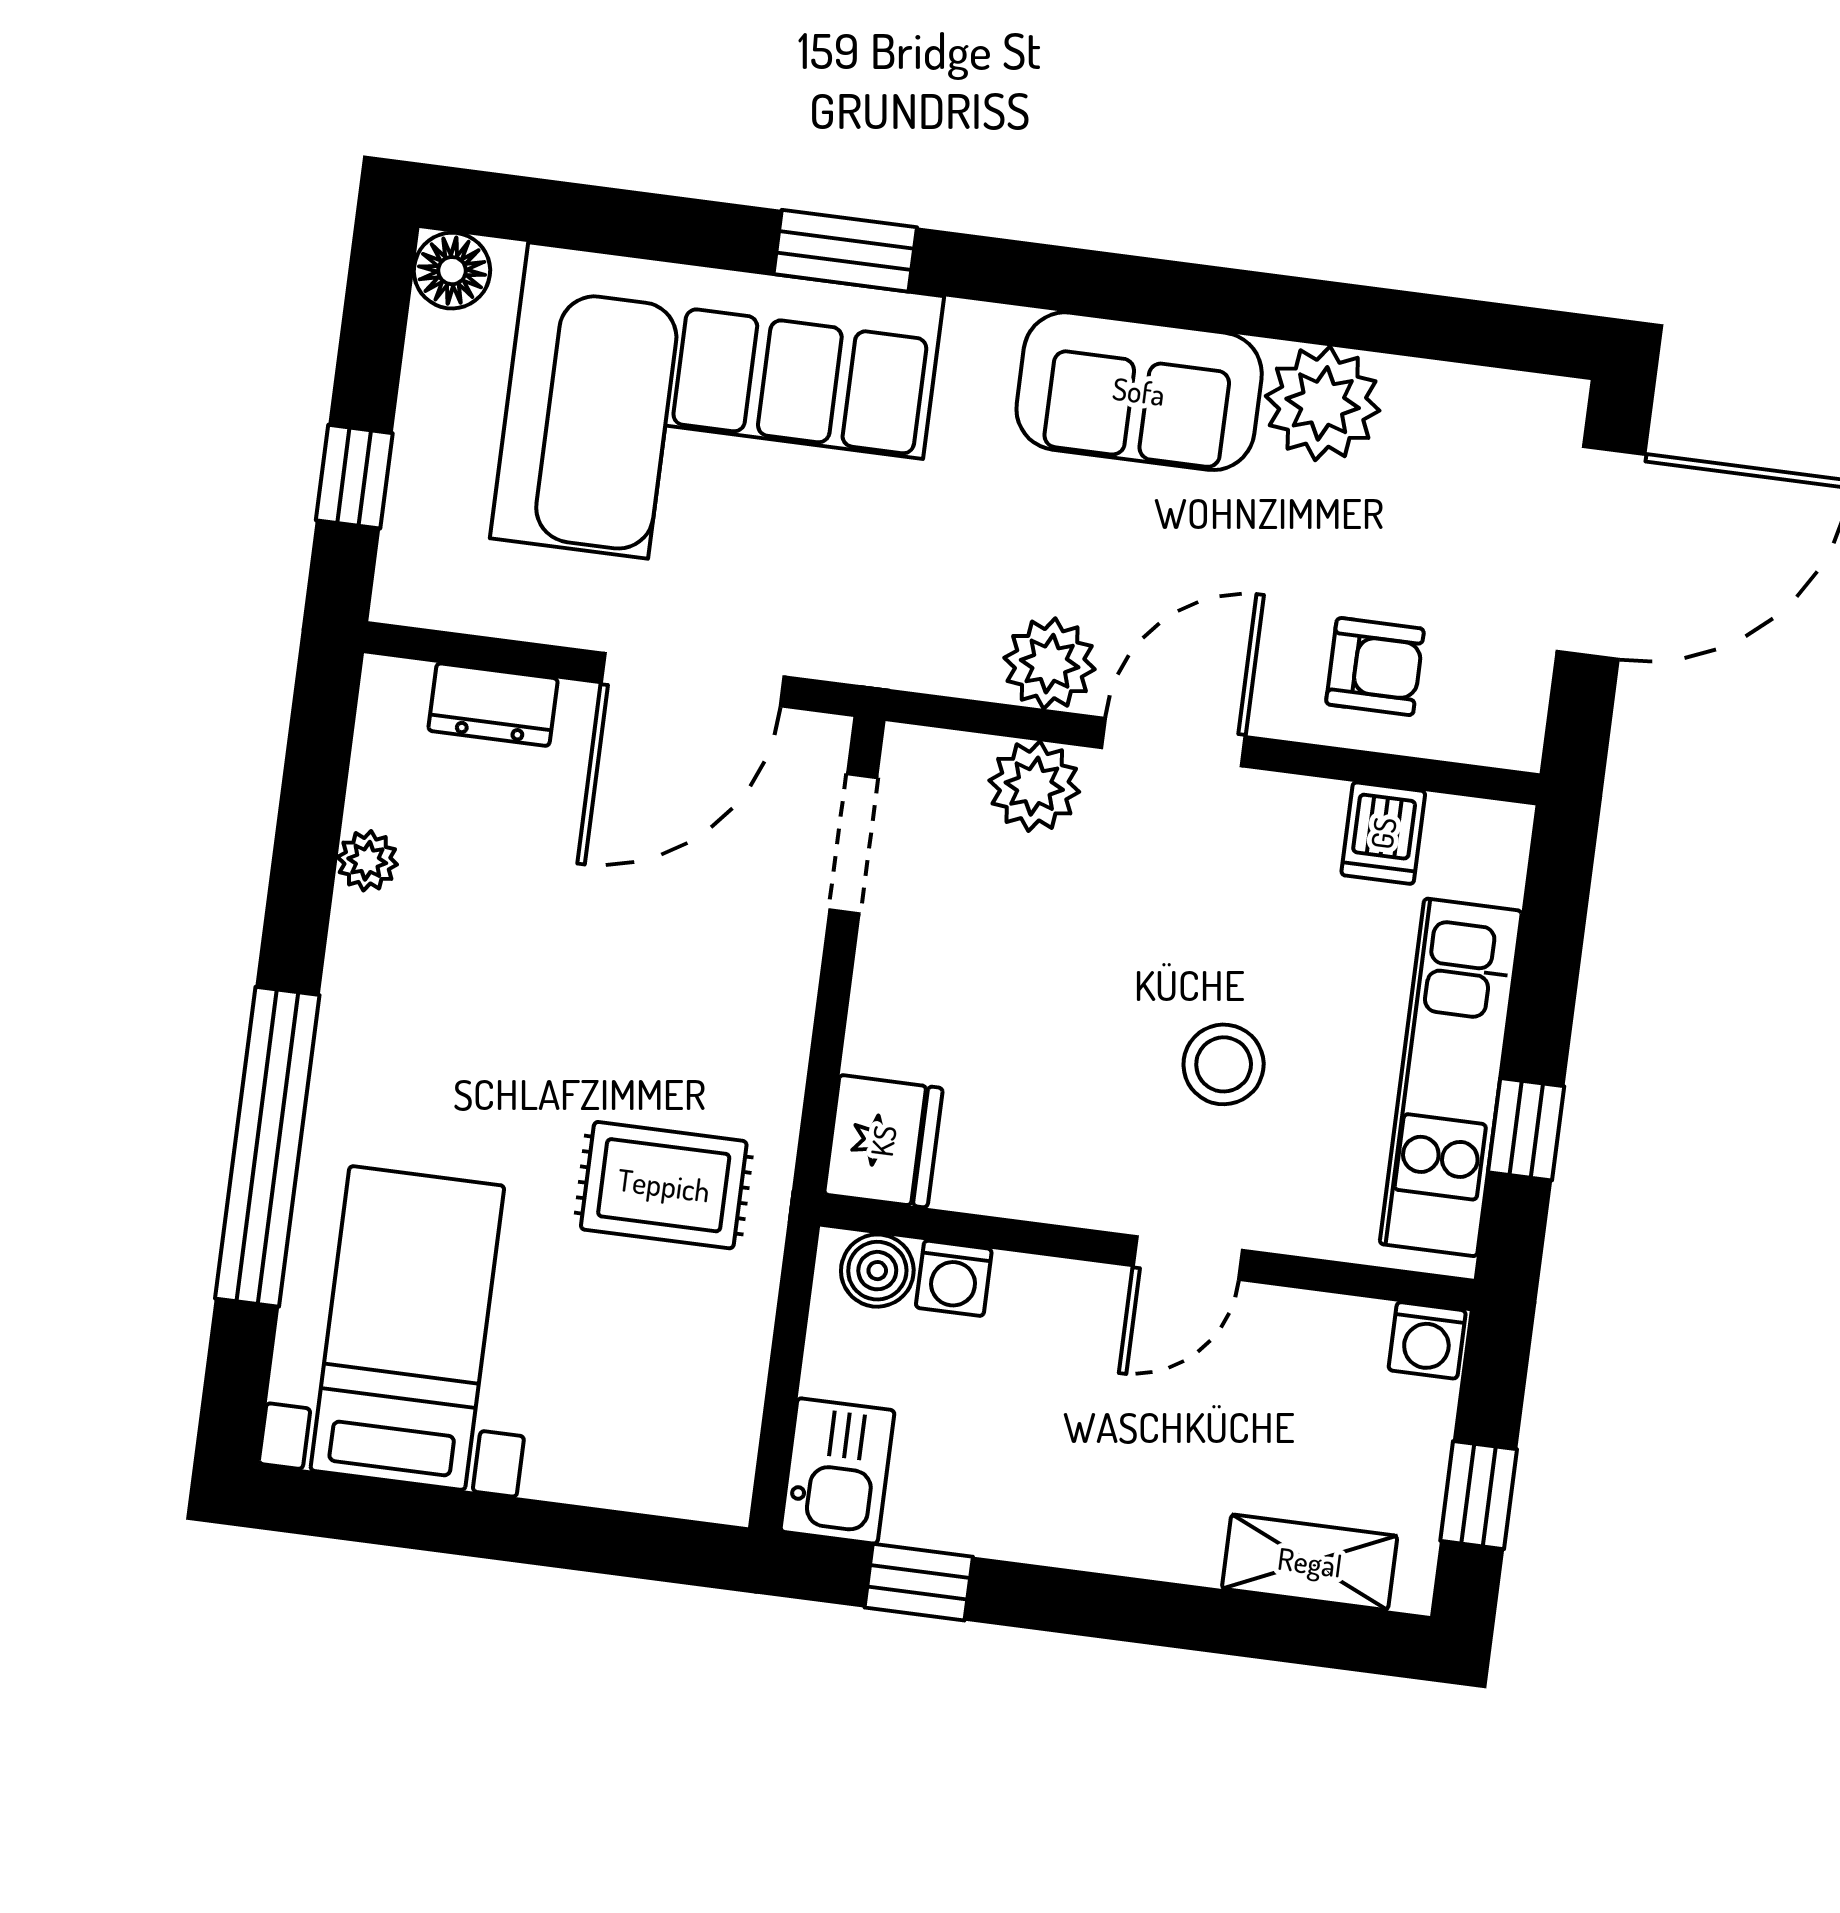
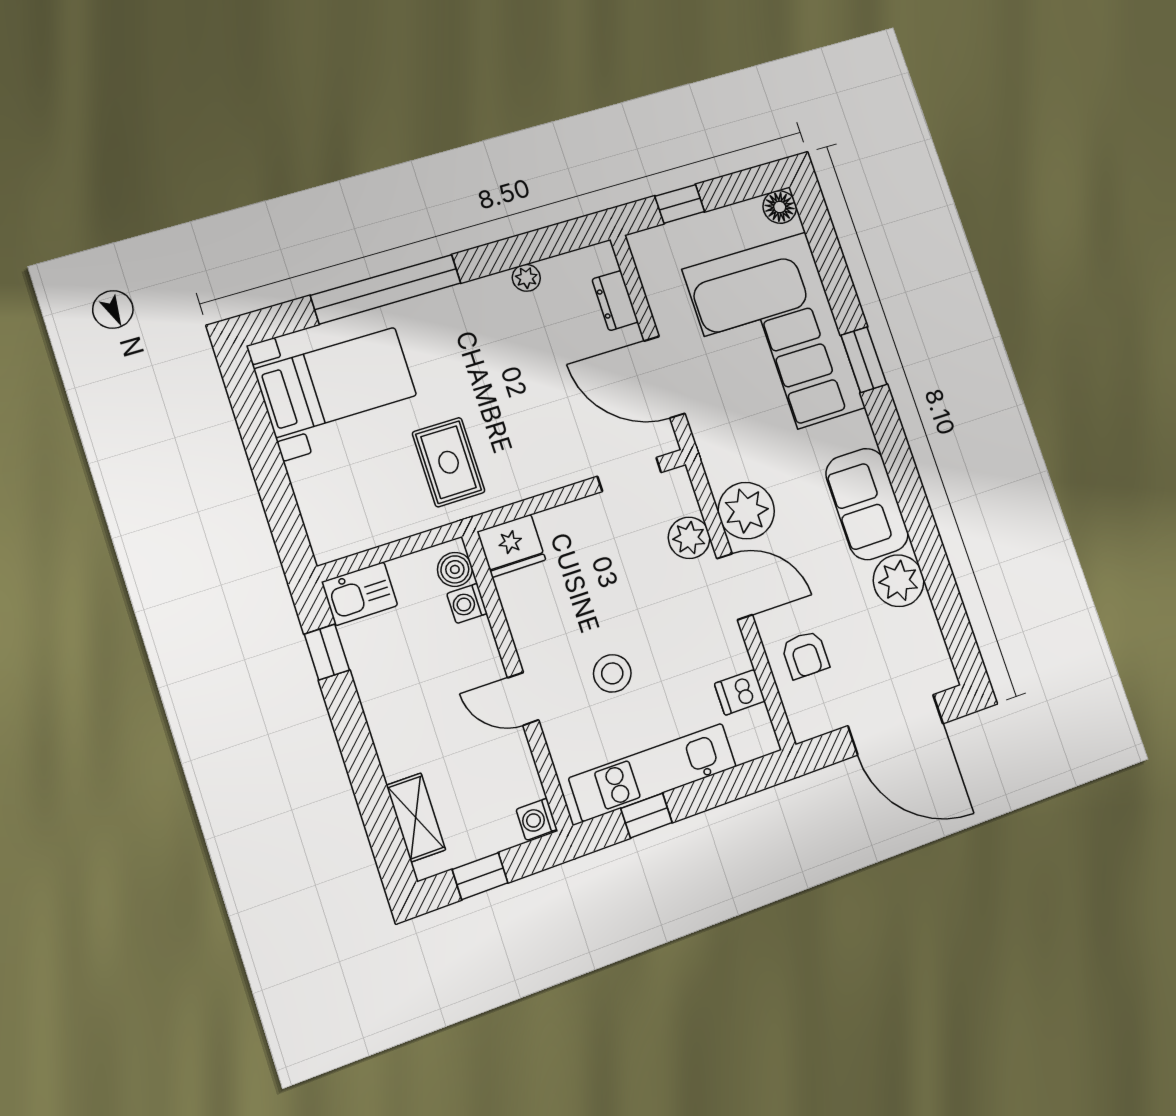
plant: (1050, 664) -> (746, 511), width x1.36, depth x1.36

